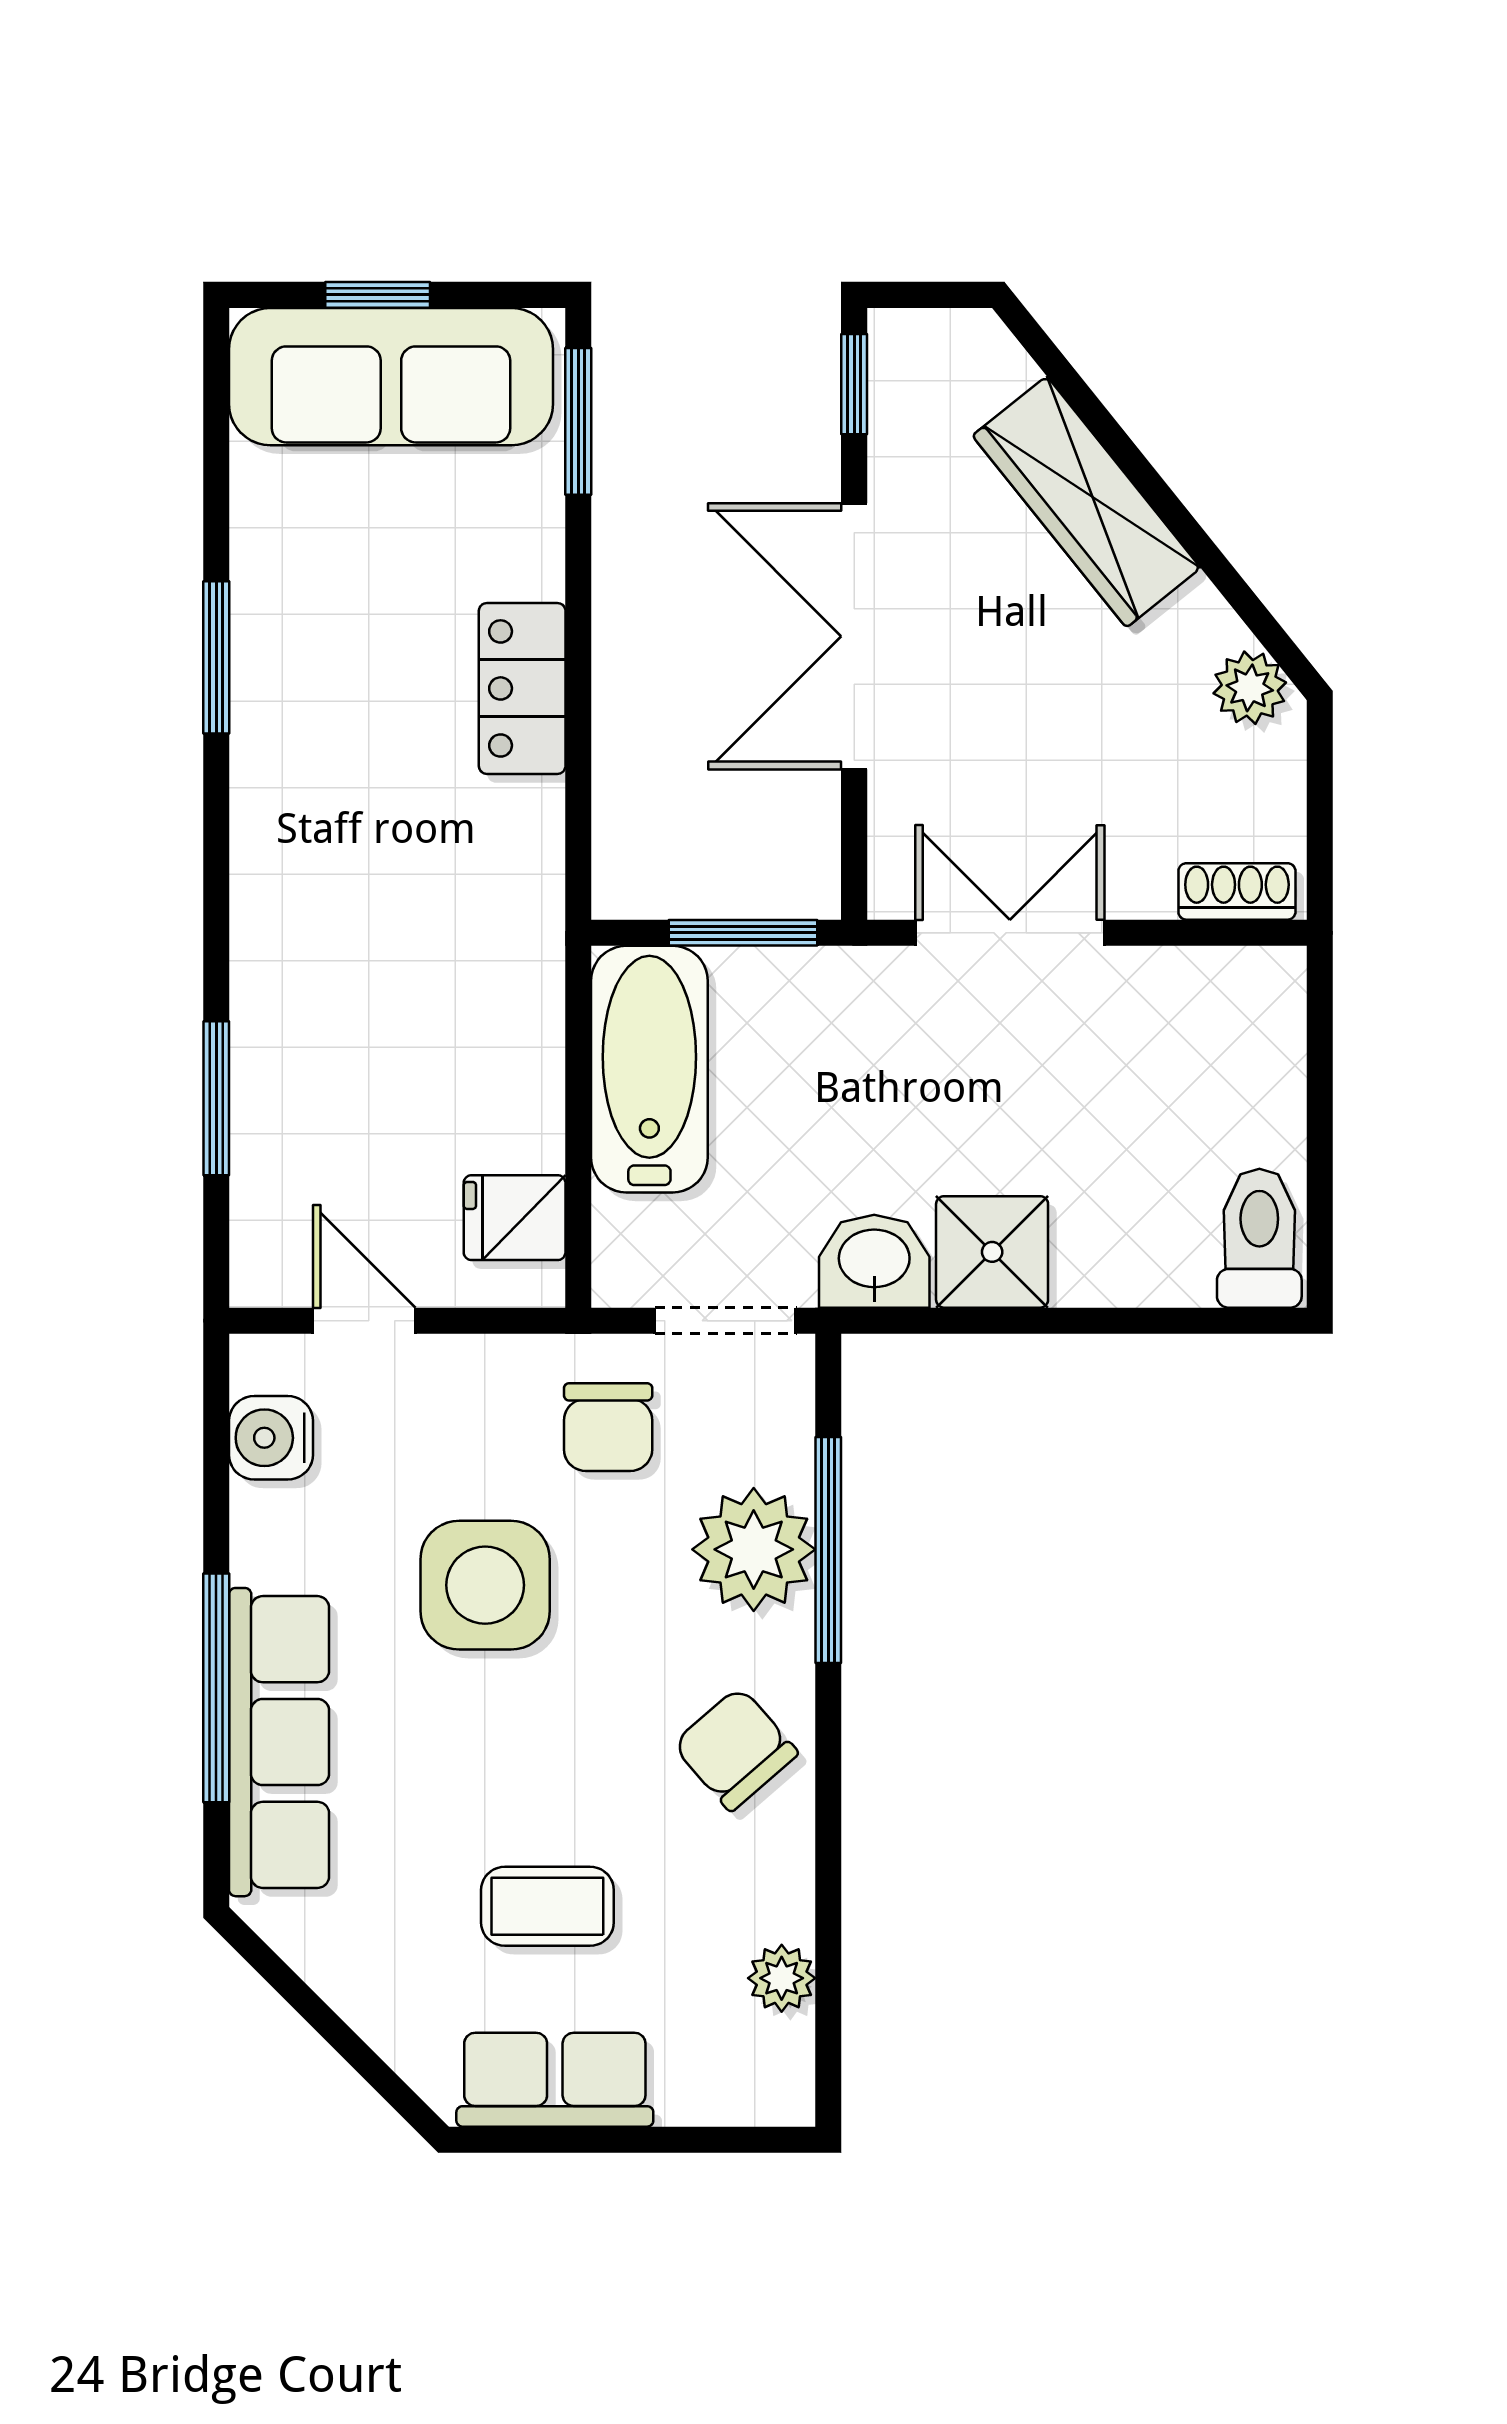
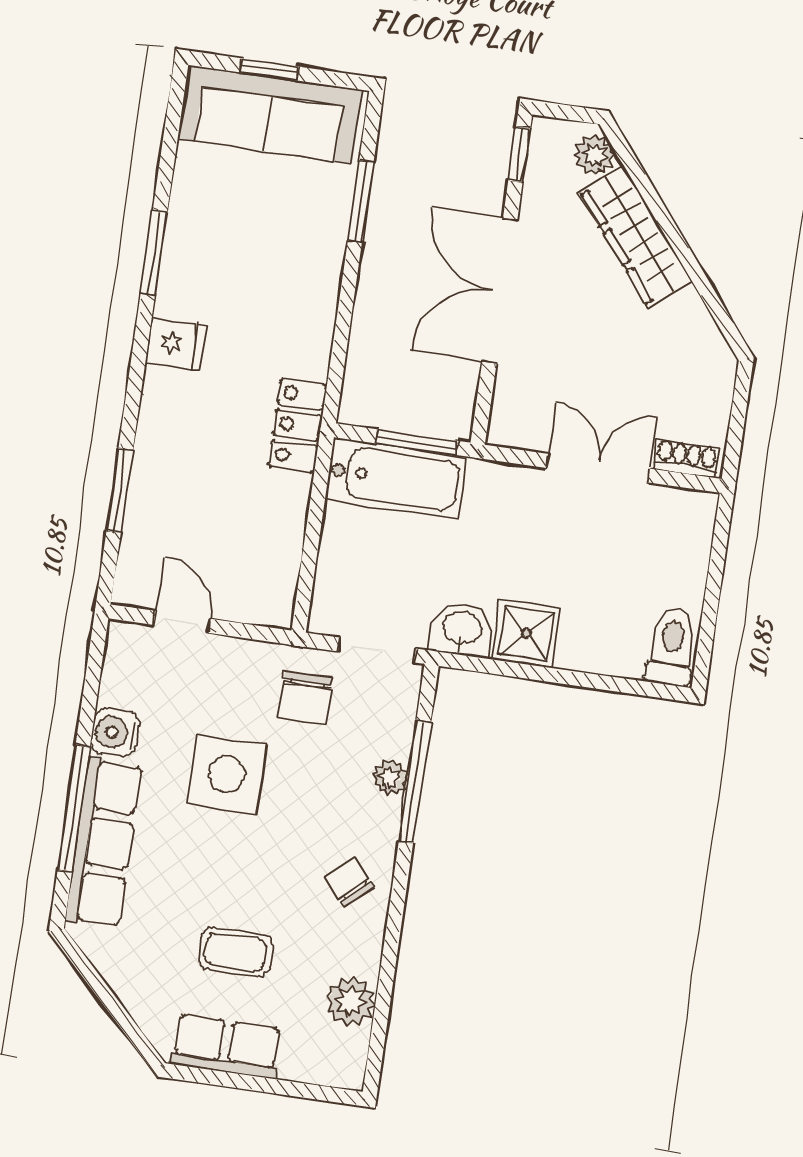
window: (578, 421) -> (361, 201), moved
locker: (522, 688) -> (297, 425), moved
plant: (1250, 688) -> (594, 155), moved
double door: (1010, 933) -> (598, 468), moved
bathtub: (649, 1069) -> (396, 478), moved, turned 90
fridge: (515, 1218) -> (176, 344), moved, turned 180
water cooler: (271, 1438) -> (115, 732), moved
plant: (754, 1549) -> (390, 778), width x0.53, depth x0.53
chair: (735, 1749) -> (349, 882), width x0.73, depth x0.73
plant: (782, 1978) -> (350, 1001), width x1.38, depth x1.38

